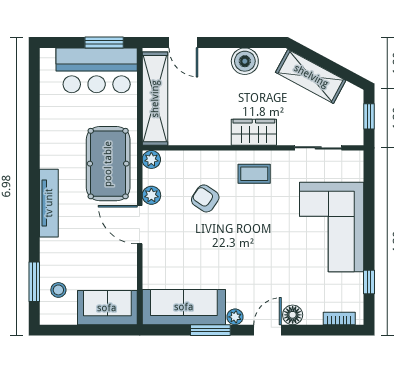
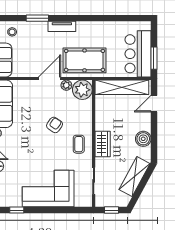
plant: (151, 159) -> (82, 90), width x1.87, depth x1.87
armchair: (205, 198) -> (55, 125), moved
tv unit: (49, 203) -> (62, 26), width x0.71
window: (34, 282) -> (37, 18), moved

